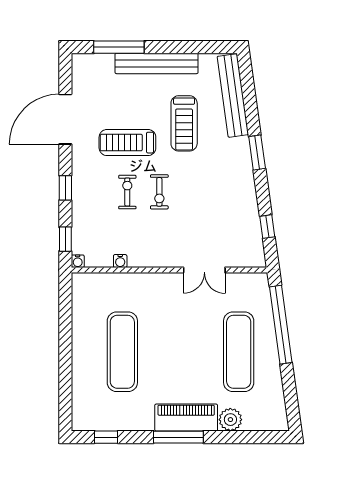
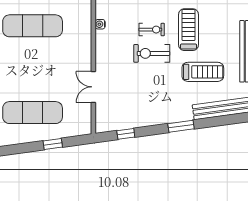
treadmill: (184, 123) -> (203, 72), turned 180
exercise bike: (159, 192) -> (152, 53), width x1.38, depth x1.39
window: (281, 325) -> (53, 144), width x0.32

